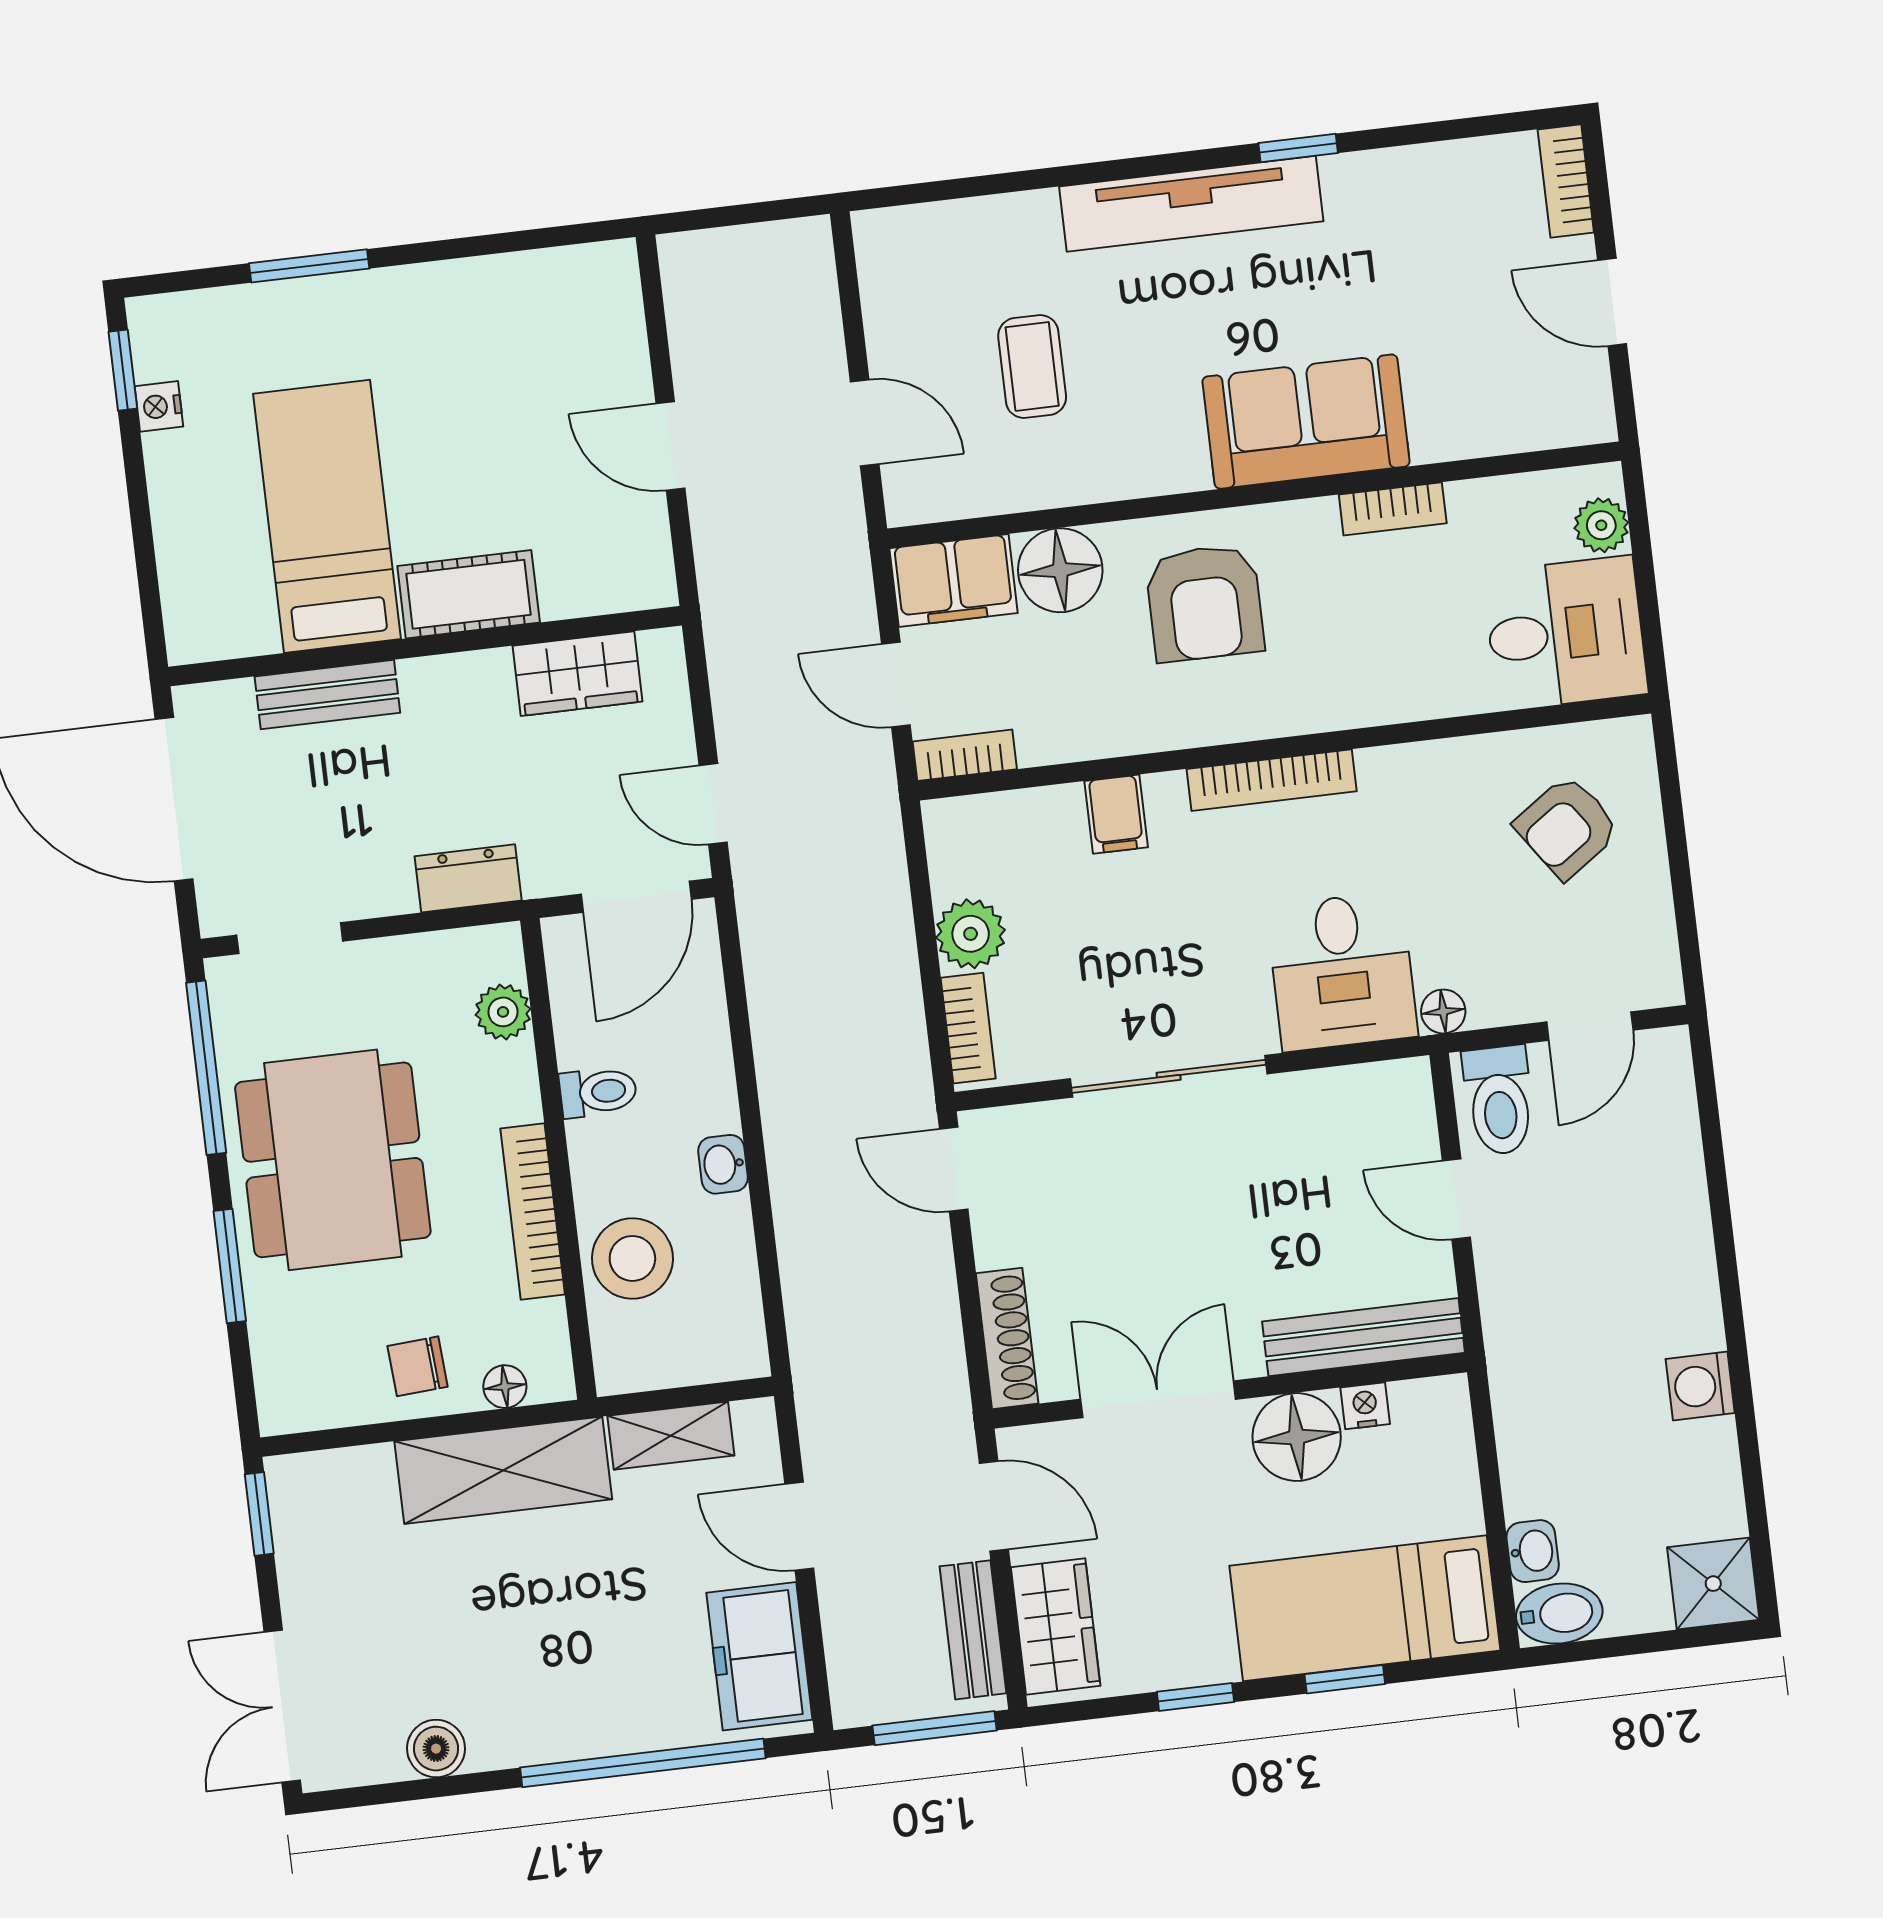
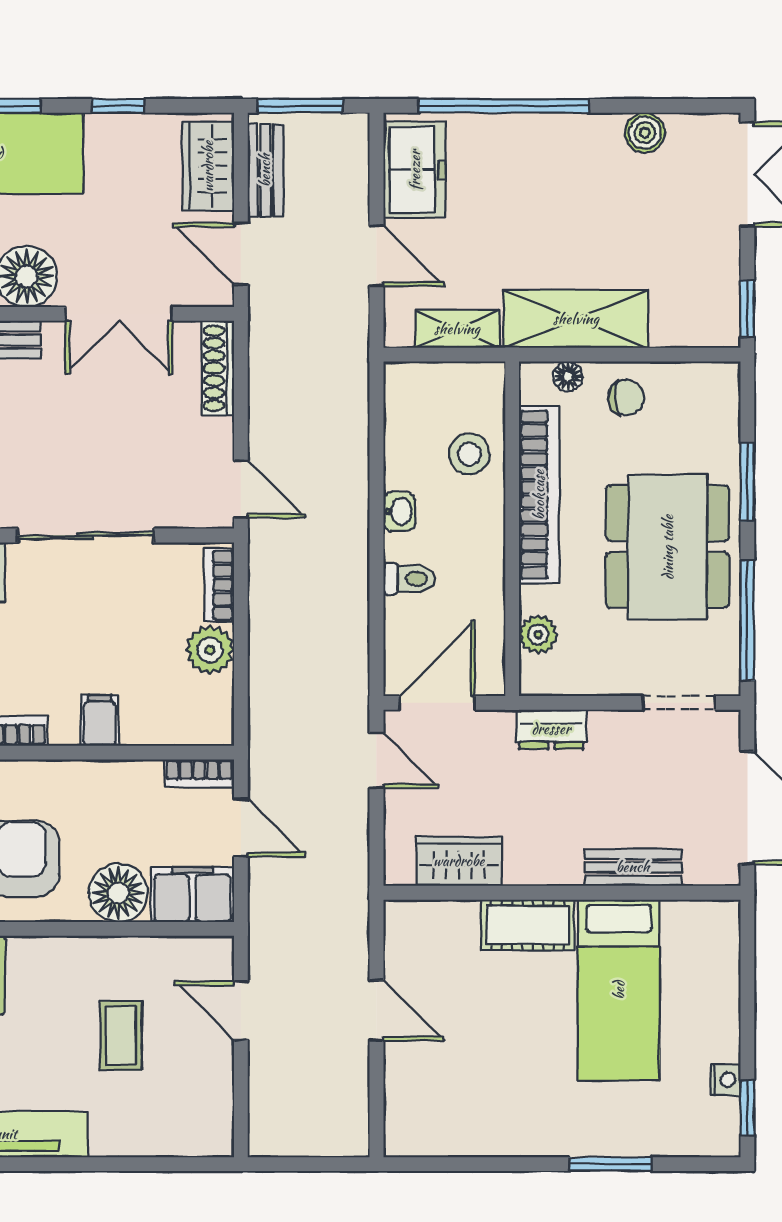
toilet: (598, 1092) -> (409, 579), moved, turned 180
bookcase: (533, 1212) -> (539, 495), width x1.48, depth x1.31
stool: (632, 1258) -> (469, 454), width x0.73, depth x0.73

